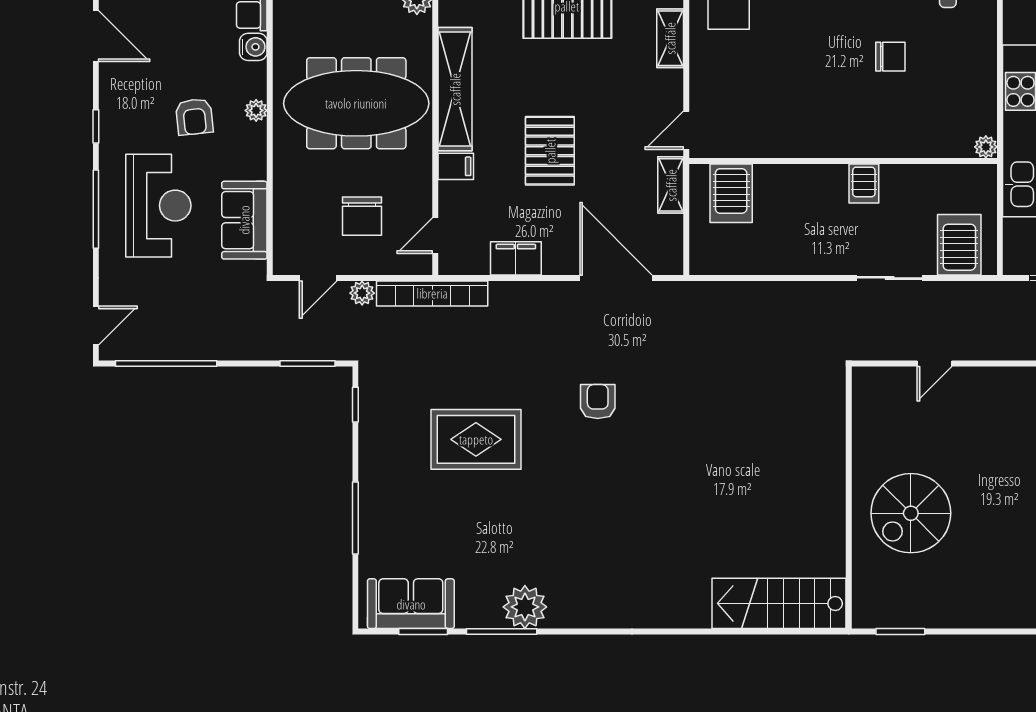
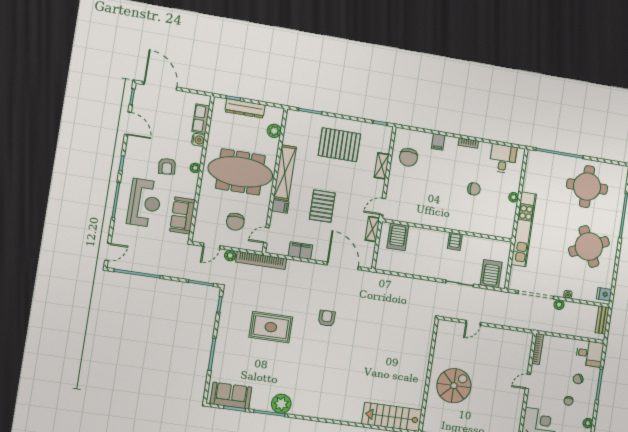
plant: (986, 147) -> (514, 197), moved
spiral stairs: (911, 513) -> (454, 386), turned 180

